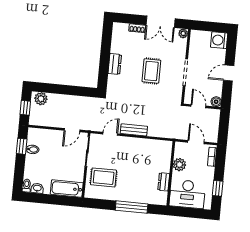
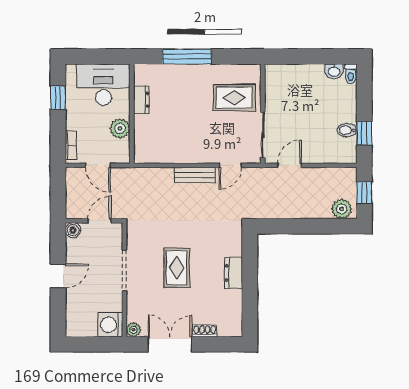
washing machine: (219, 40) -> (110, 325), moved, turned 180
door: (198, 106) -> (100, 221), swing flipped
bathtub: (67, 188) -> (289, 75), removed

